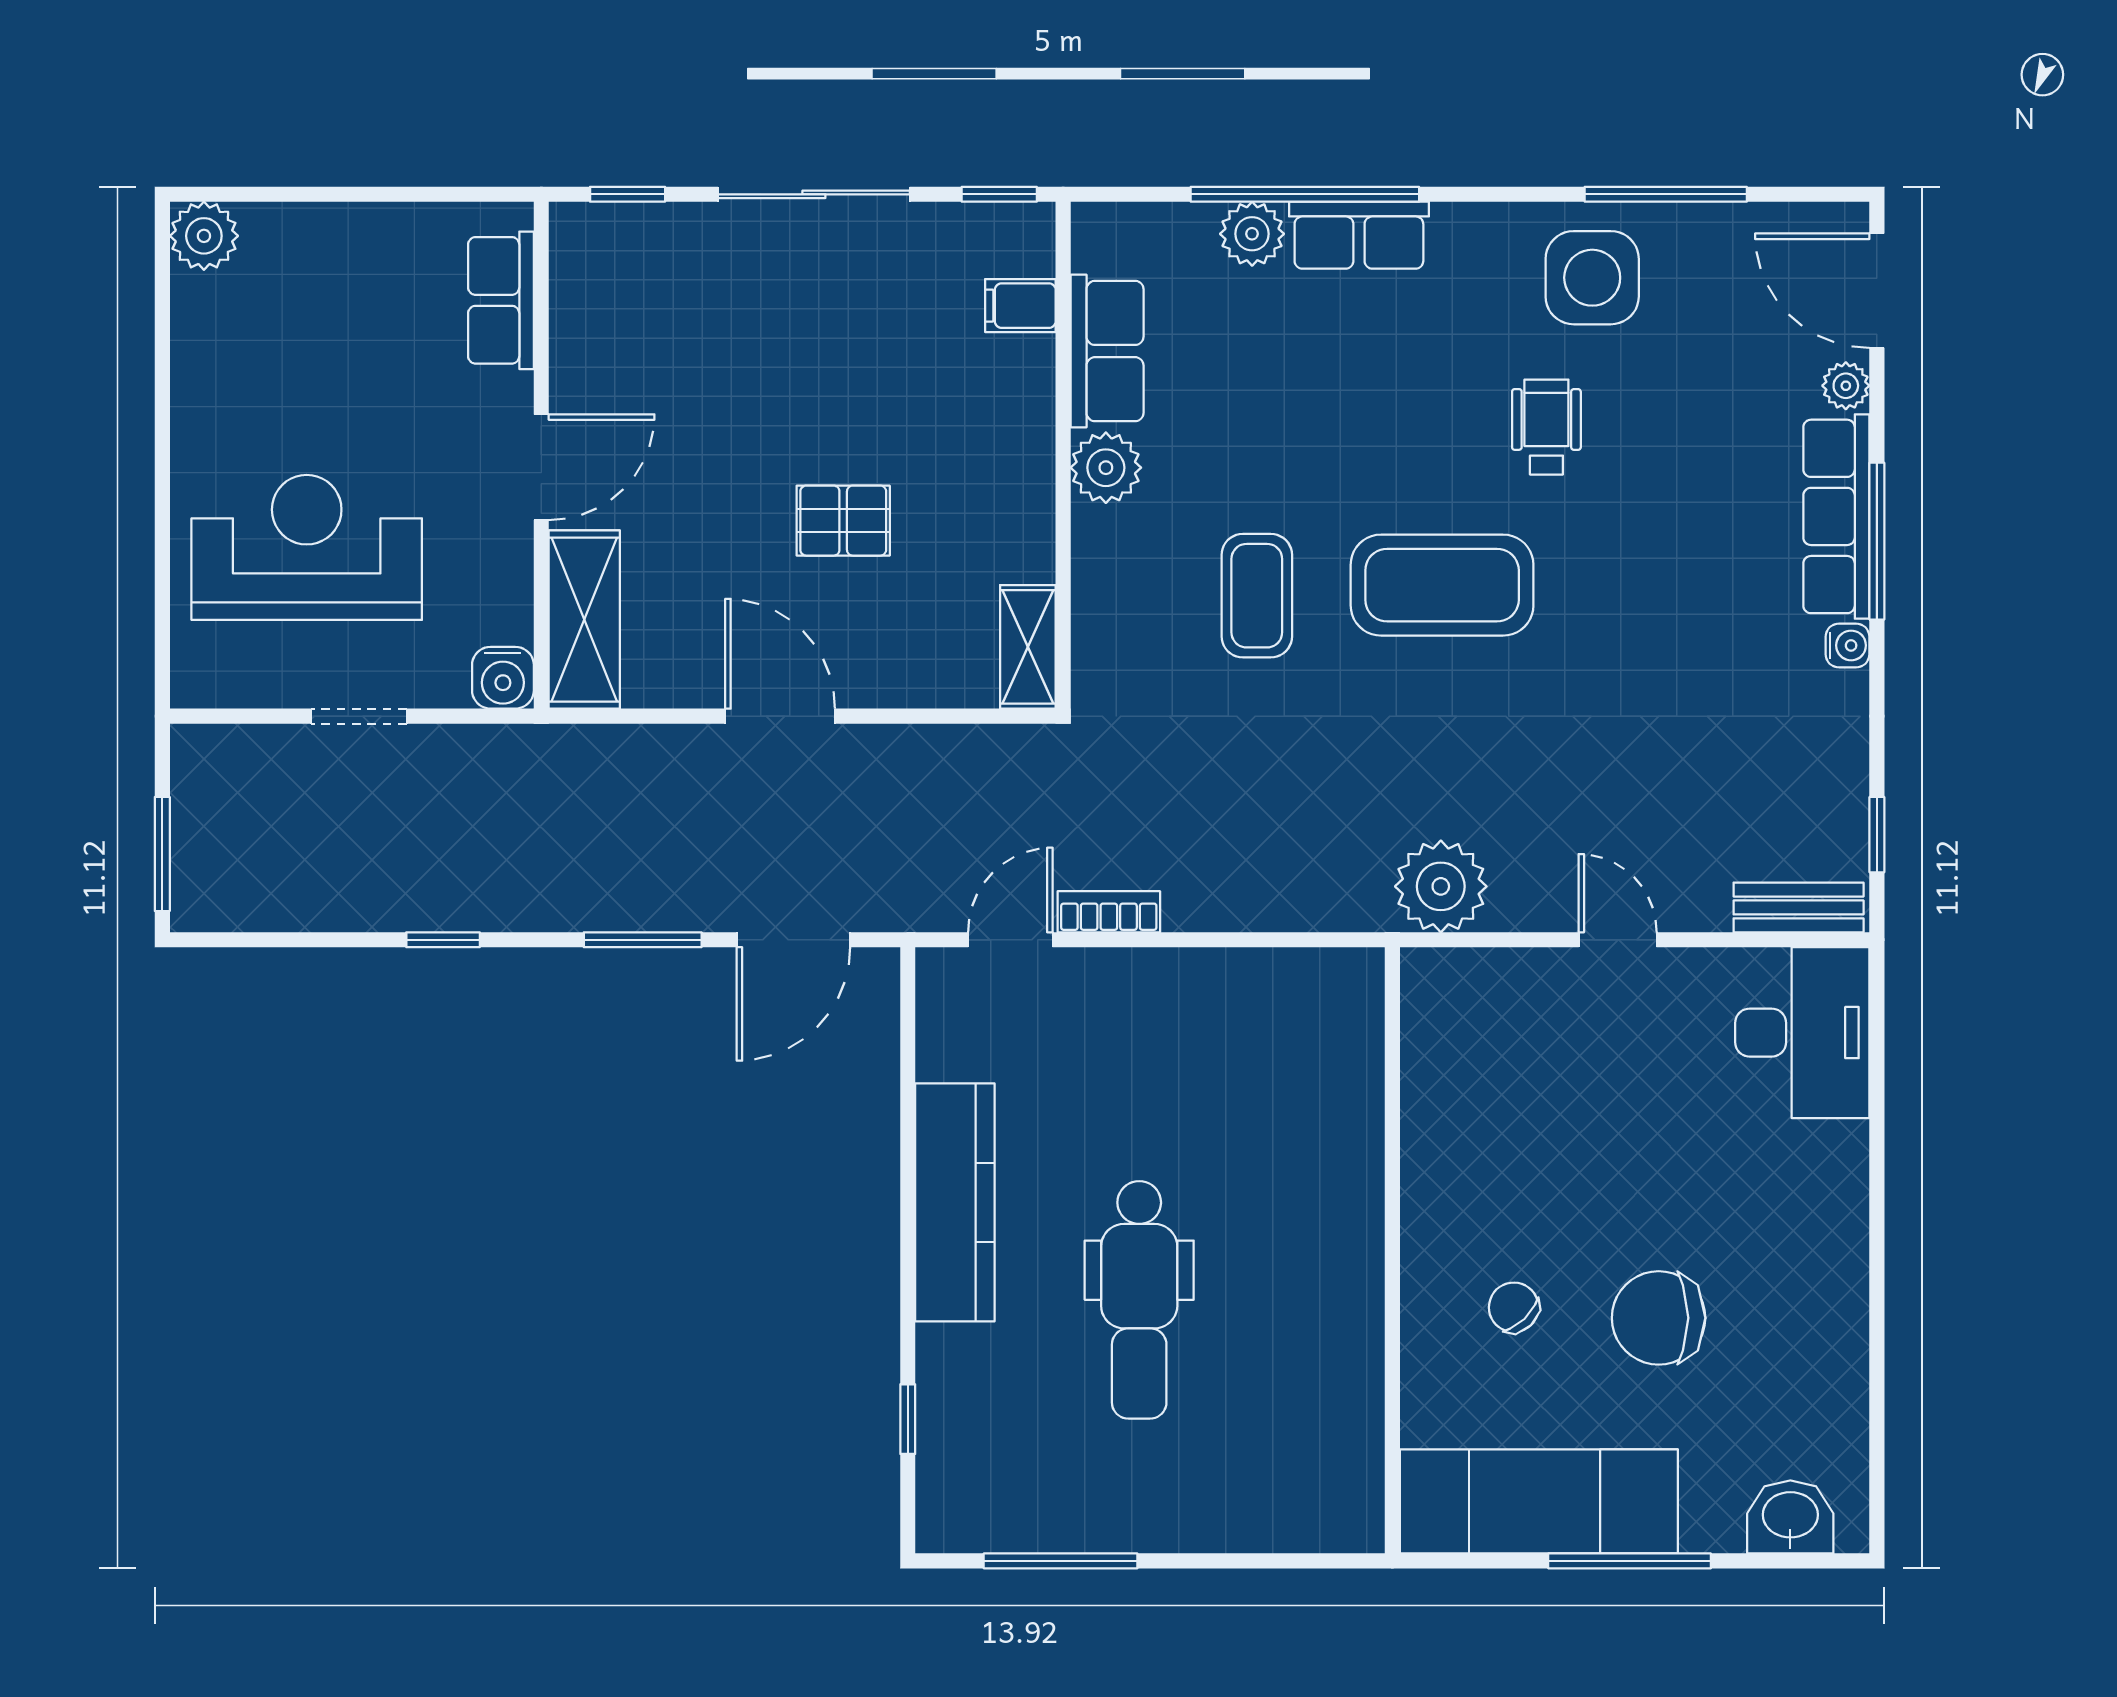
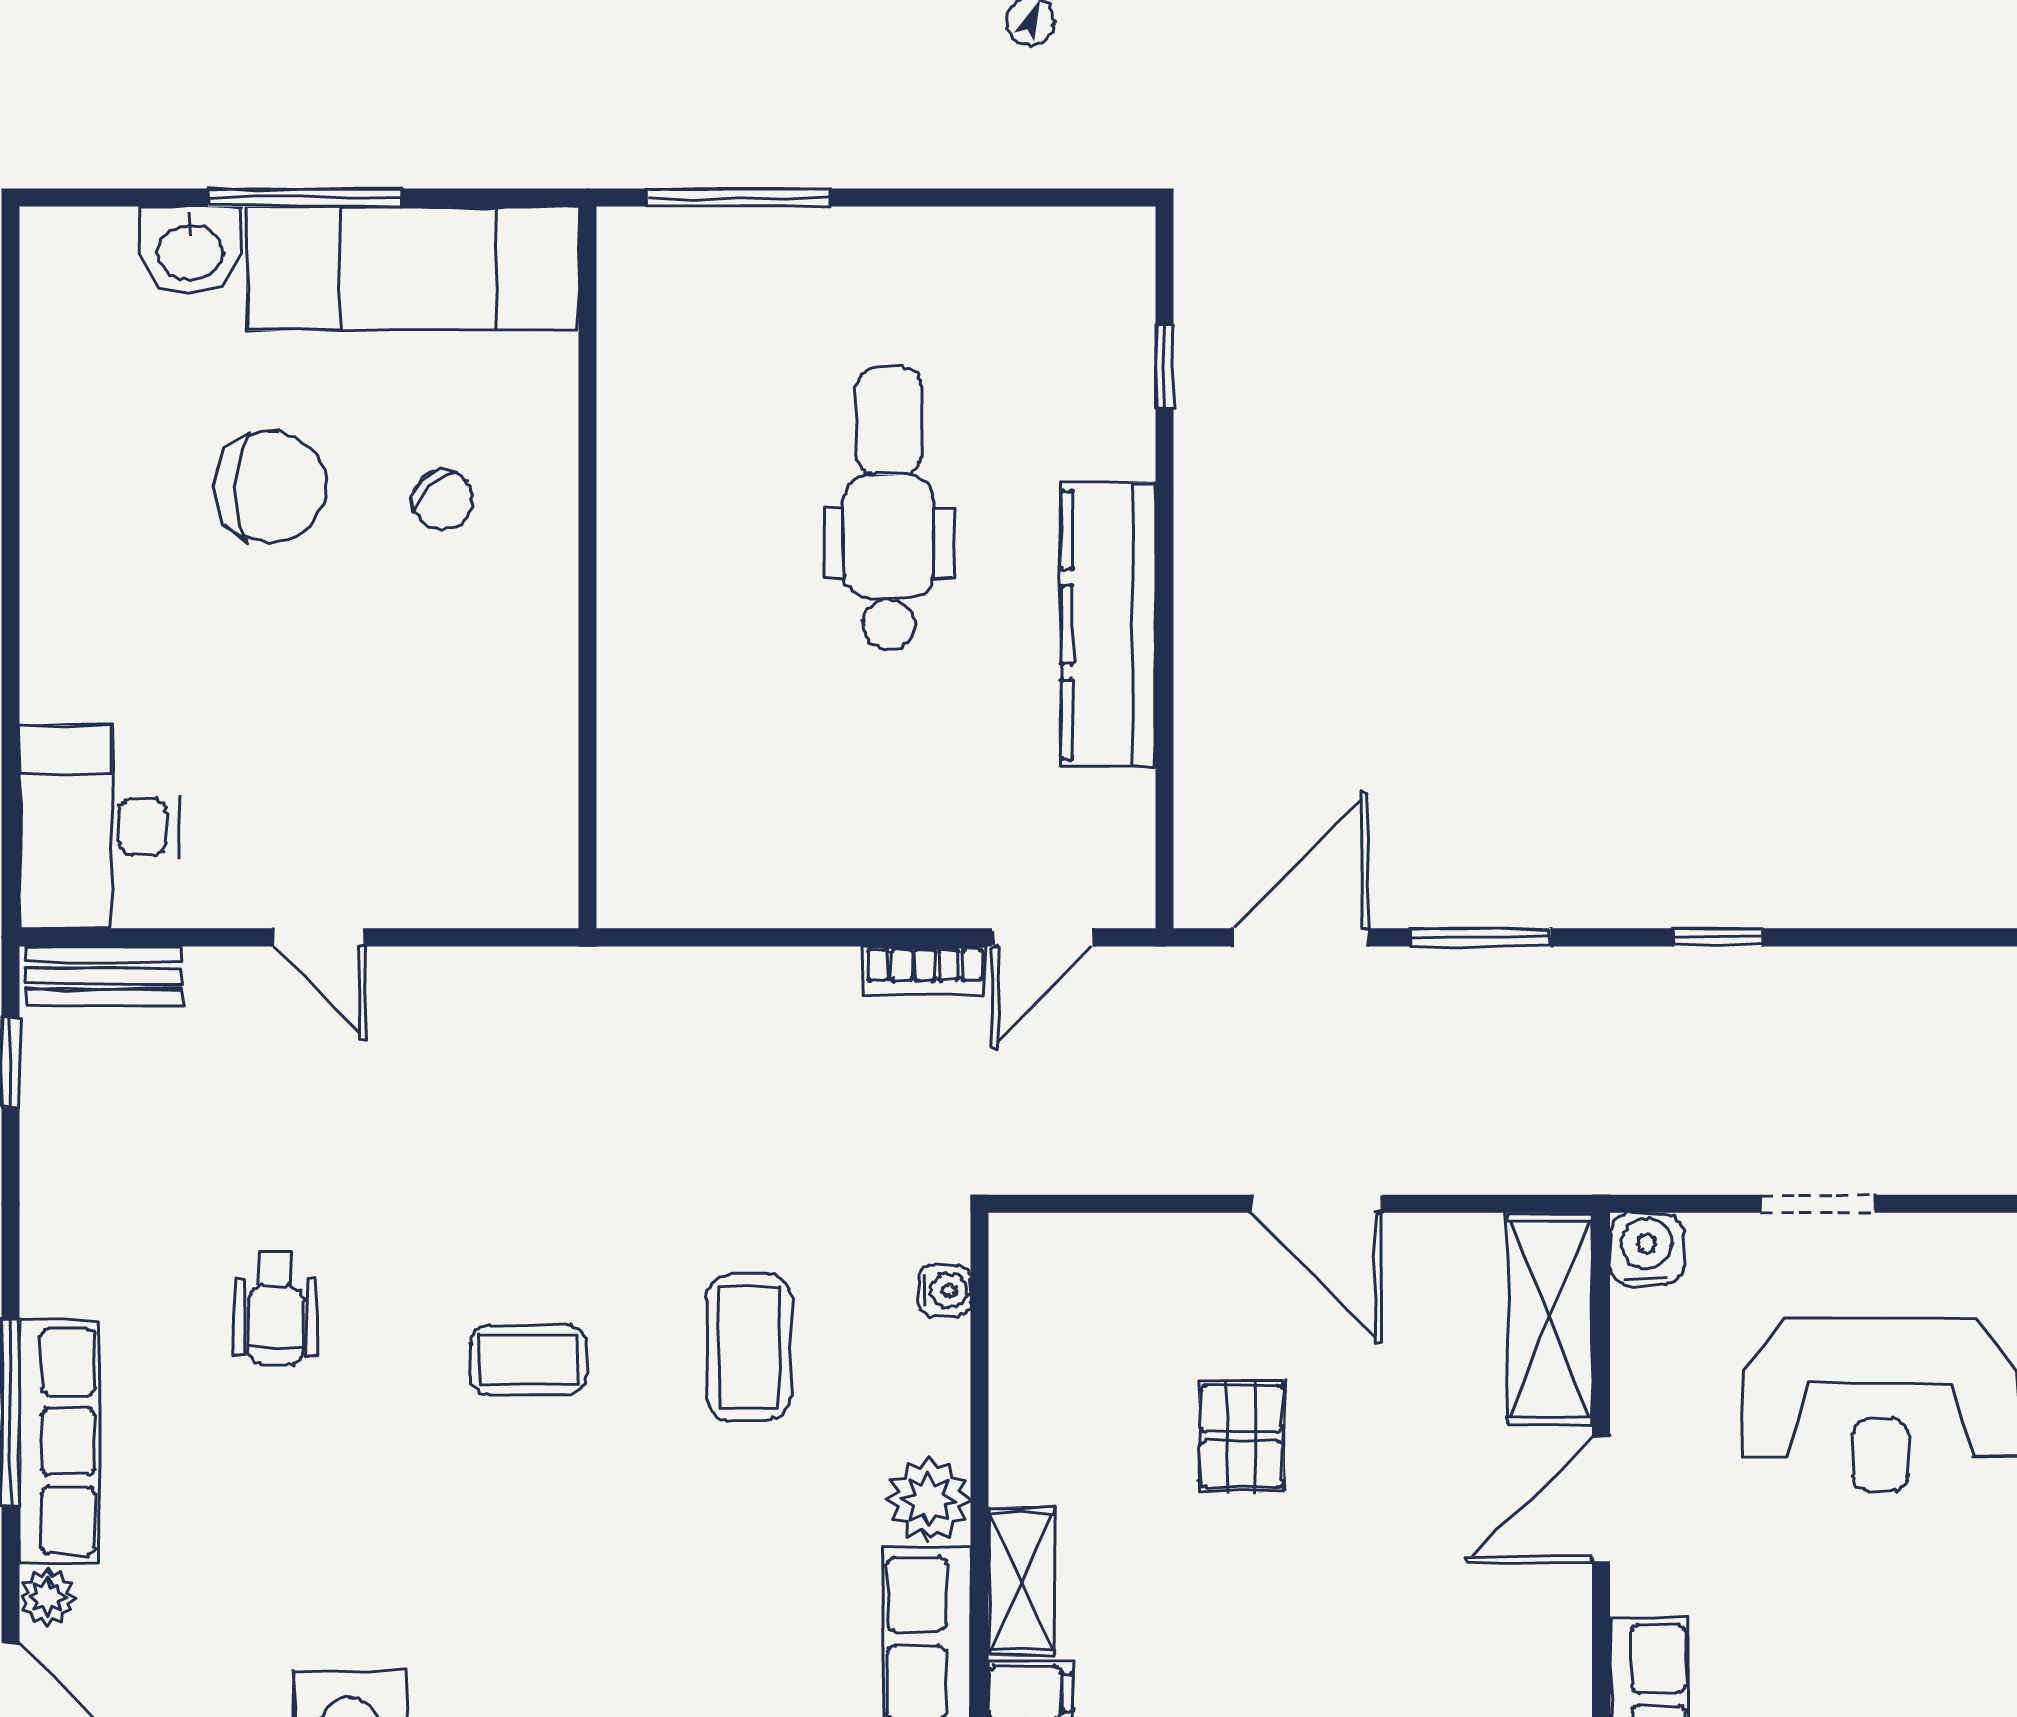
wheelchair: (1546, 427) -> (276, 1308), moved
pallet: (843, 521) -> (1241, 1437), turned 90
coffee table: (1442, 585) -> (528, 1360), width x0.54, depth x0.58
water cooler: (1848, 645) -> (945, 1291), moved, turned 180
shelving: (1028, 647) -> (1022, 1582), moved
plant: (1441, 886) -> (530, 1001), removed
washbasin: (1790, 1517) -> (190, 250), moved
window: (1061, 1561) -> (739, 198), moved

